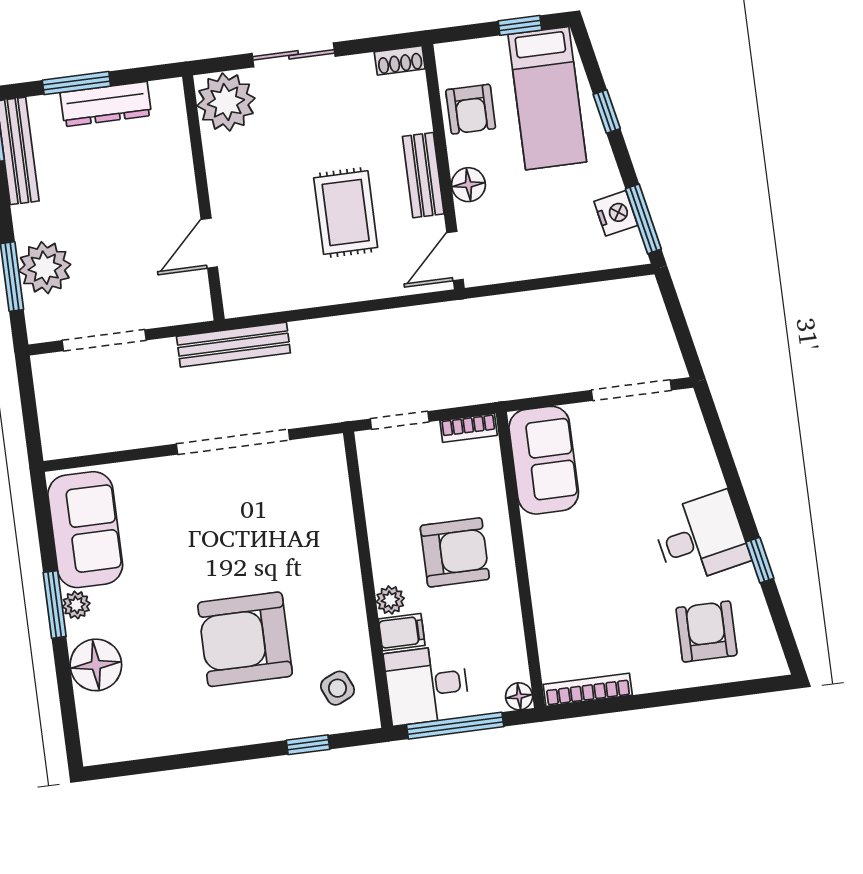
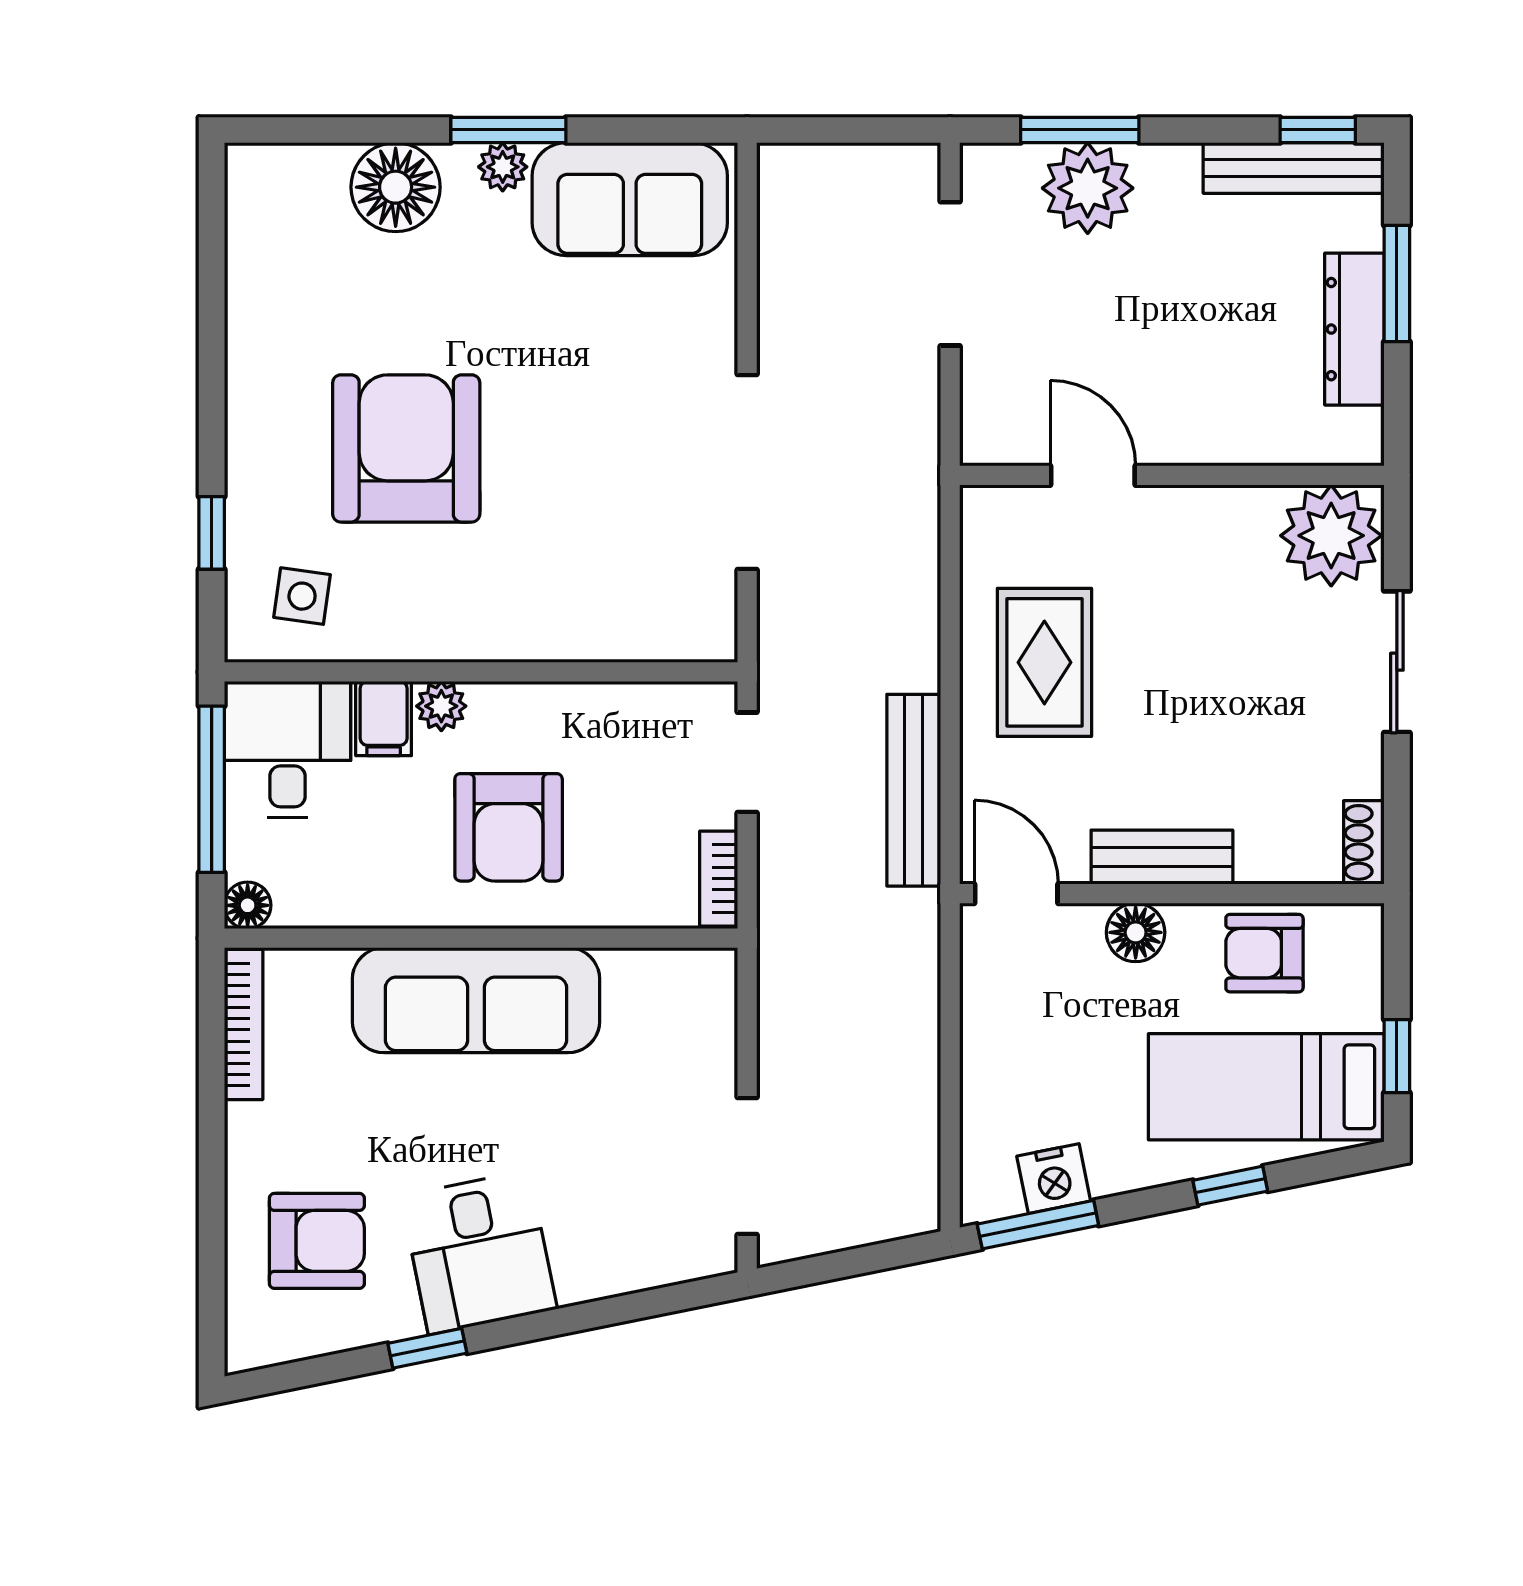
rug: (346, 213) -> (1044, 662), moved, turned 90
bench: (233, 345) -> (914, 790), moved
sofa: (544, 460) -> (476, 1000), moved, width x1.36
side table: (338, 688) -> (302, 596), turned 32

